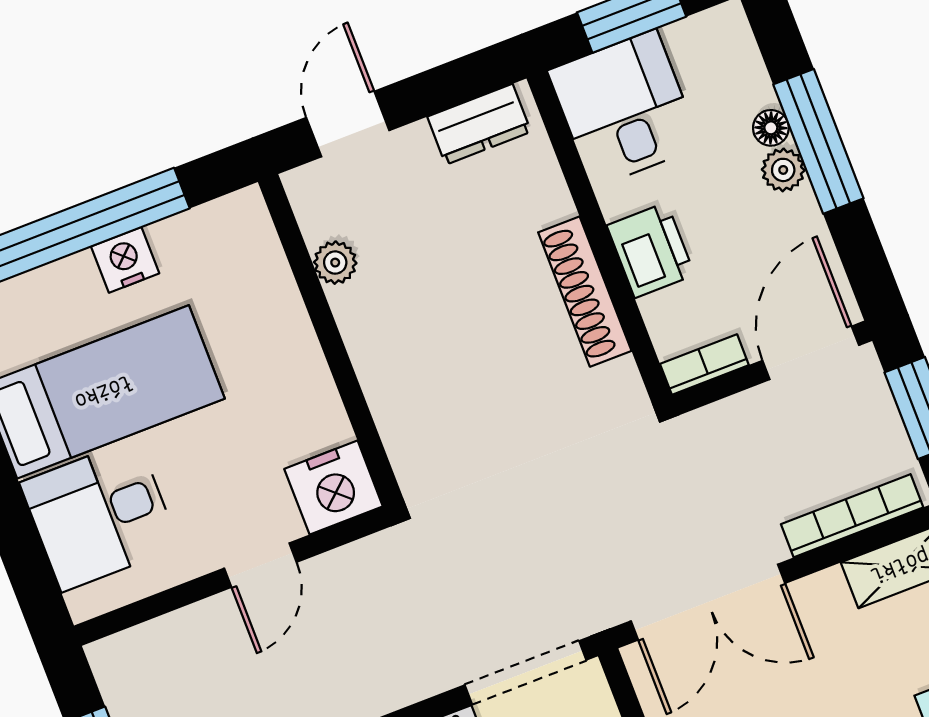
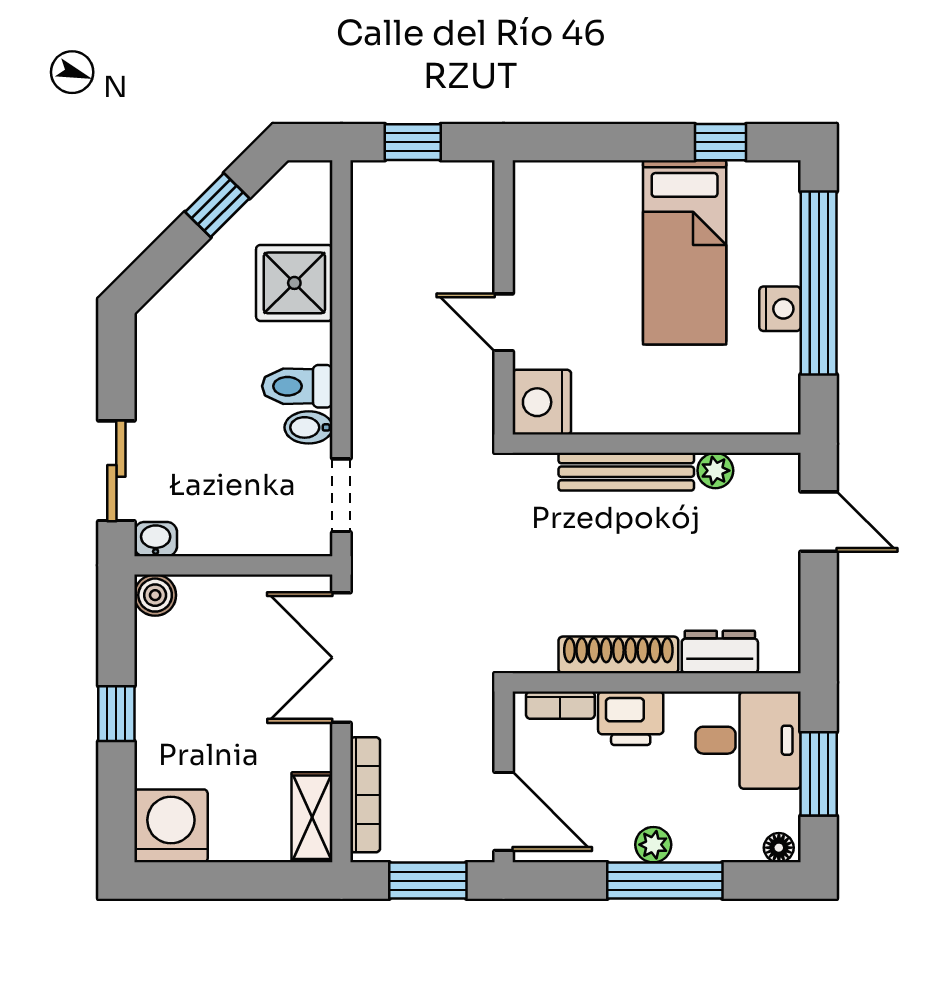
dresser: (479, 124) -> (720, 652), moved, turned 90
floor lamp: (771, 128) -> (779, 848), moved
bench: (375, 362) -> (626, 472), added
bookcase: (704, 365) -> (560, 705), moved, turned 90
desk: (100, 515) -> (590, 213), removed
doorway: (525, 672) -> (341, 495), width x0.73

